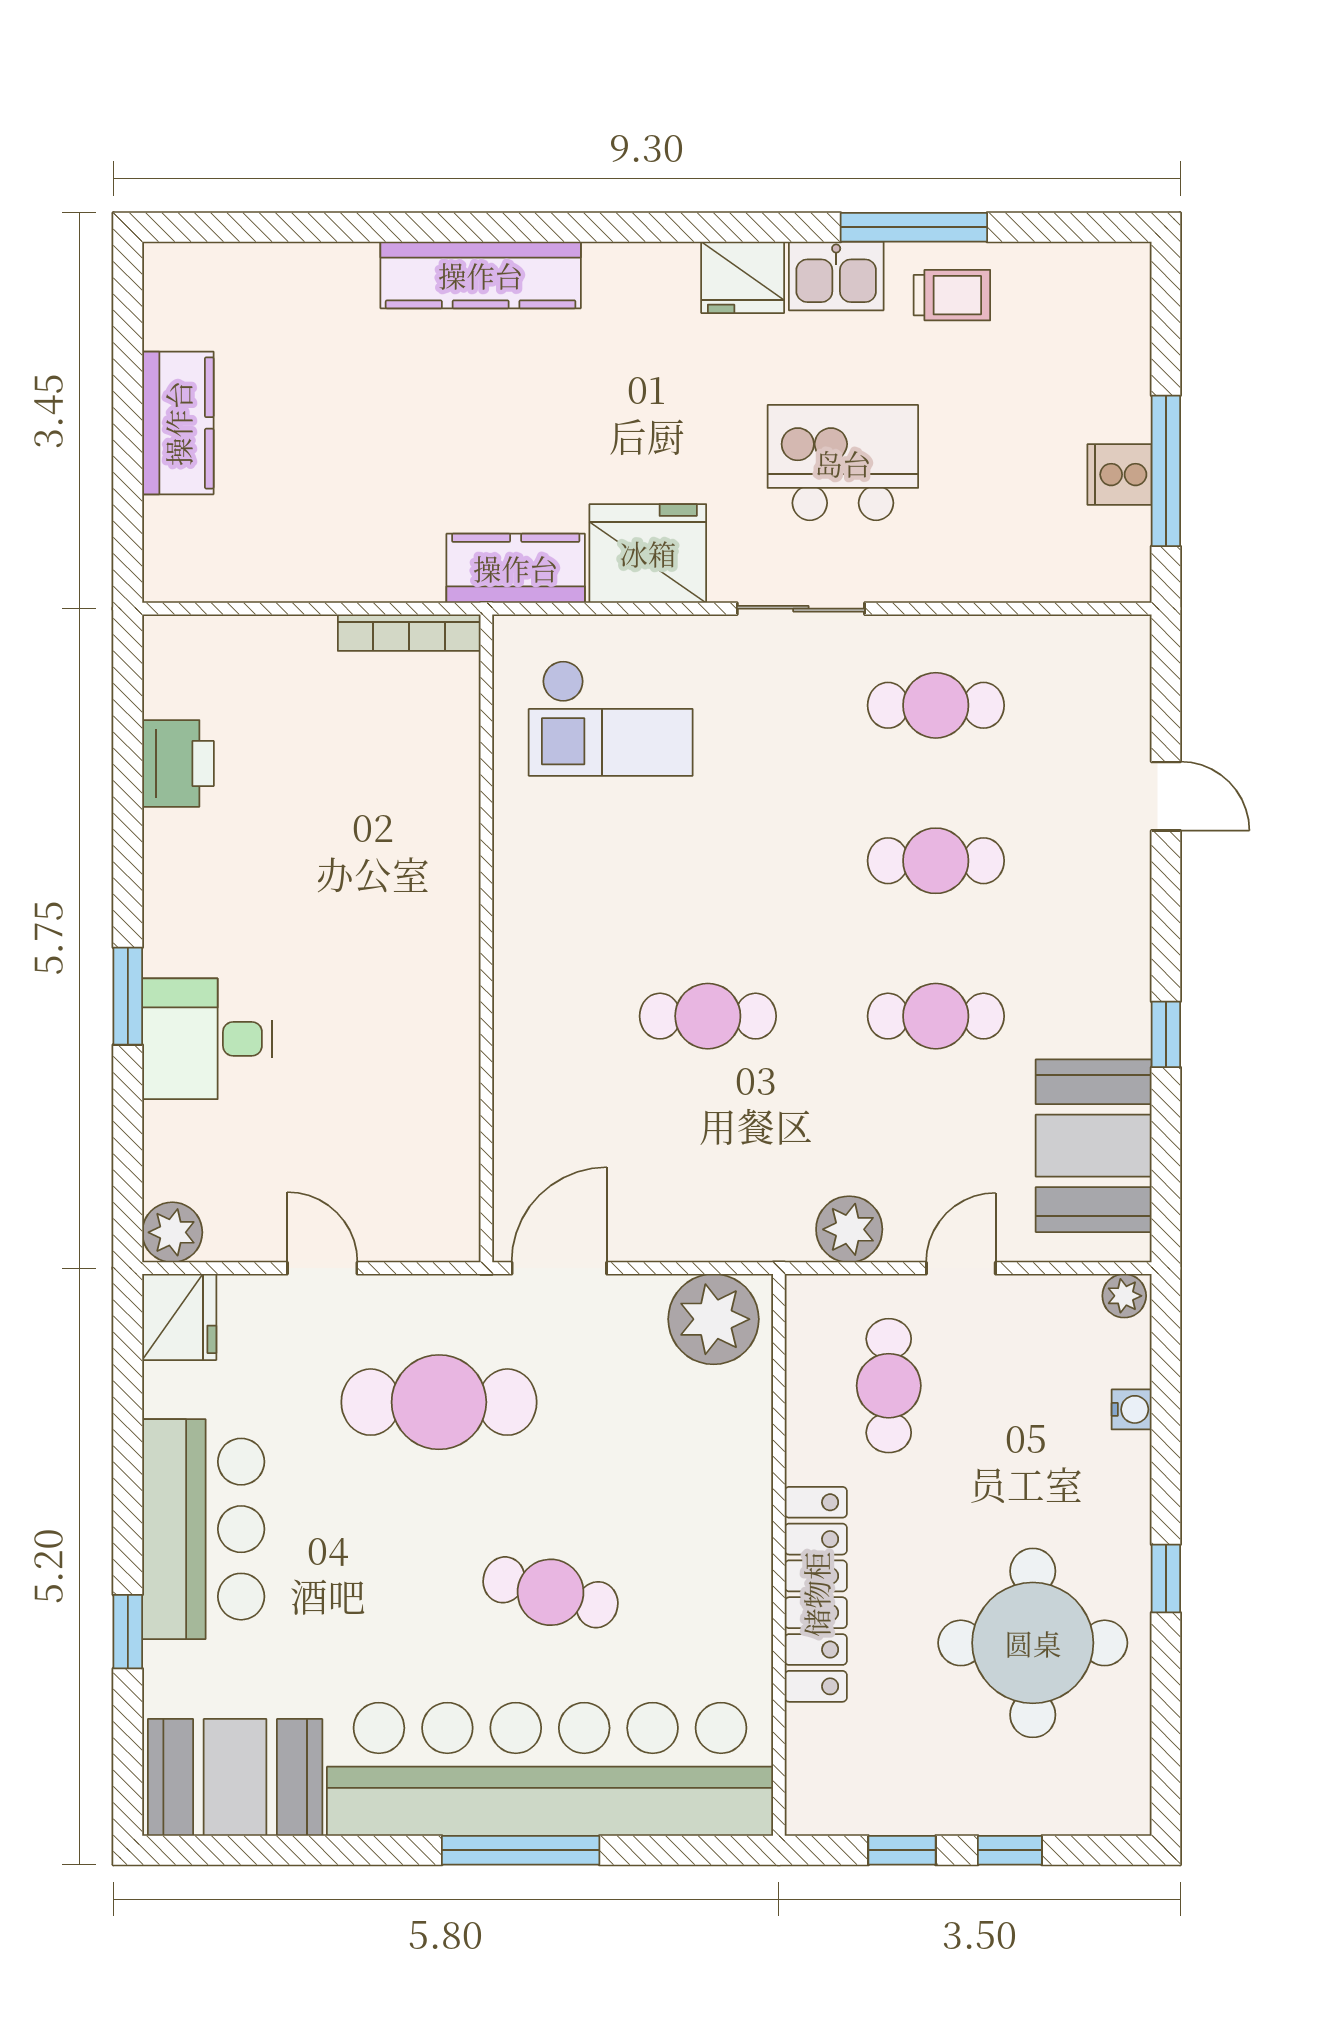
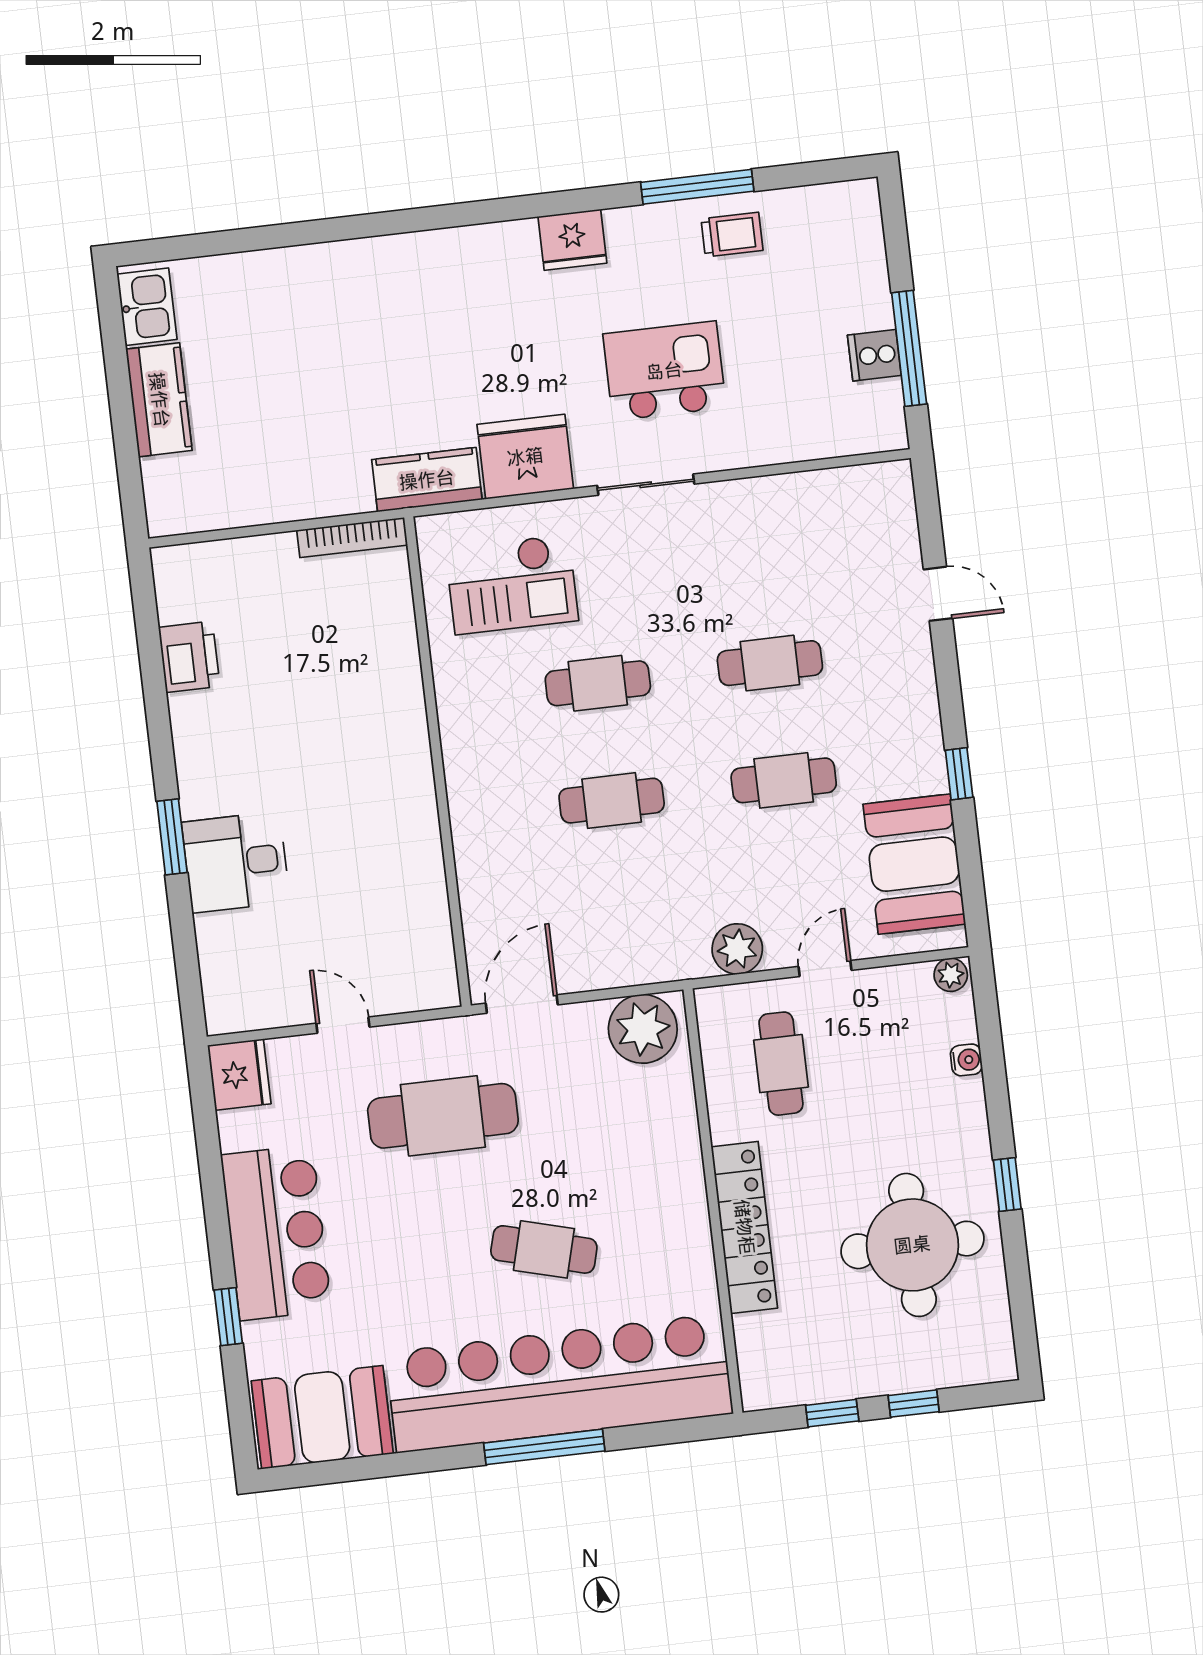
kitchen counter: (481, 275) -> (374, 261), removed
kitchen sink: (836, 276) -> (147, 307), moved, turned -90
cafe table: (936, 705) -> (598, 683), moved
plant: (172, 1232) -> (226, 1011), removed

